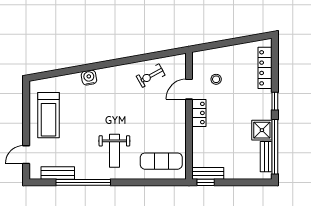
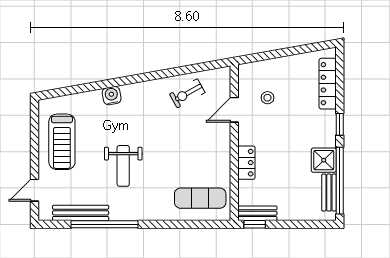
locker: (199, 113) -> (246, 163), moved
weight bench: (114, 151) -> (123, 166), moved
bench: (58, 173) -> (81, 213), width x1.36

